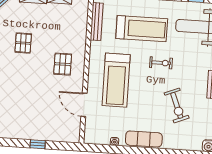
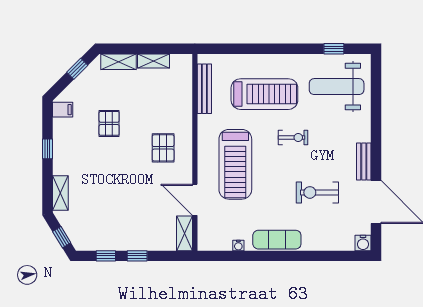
exercise bike: (177, 105) -> (317, 192), turned 112
shelving: (74, 130) -> (184, 233), added
window: (14, 143) -> (106, 256), added

